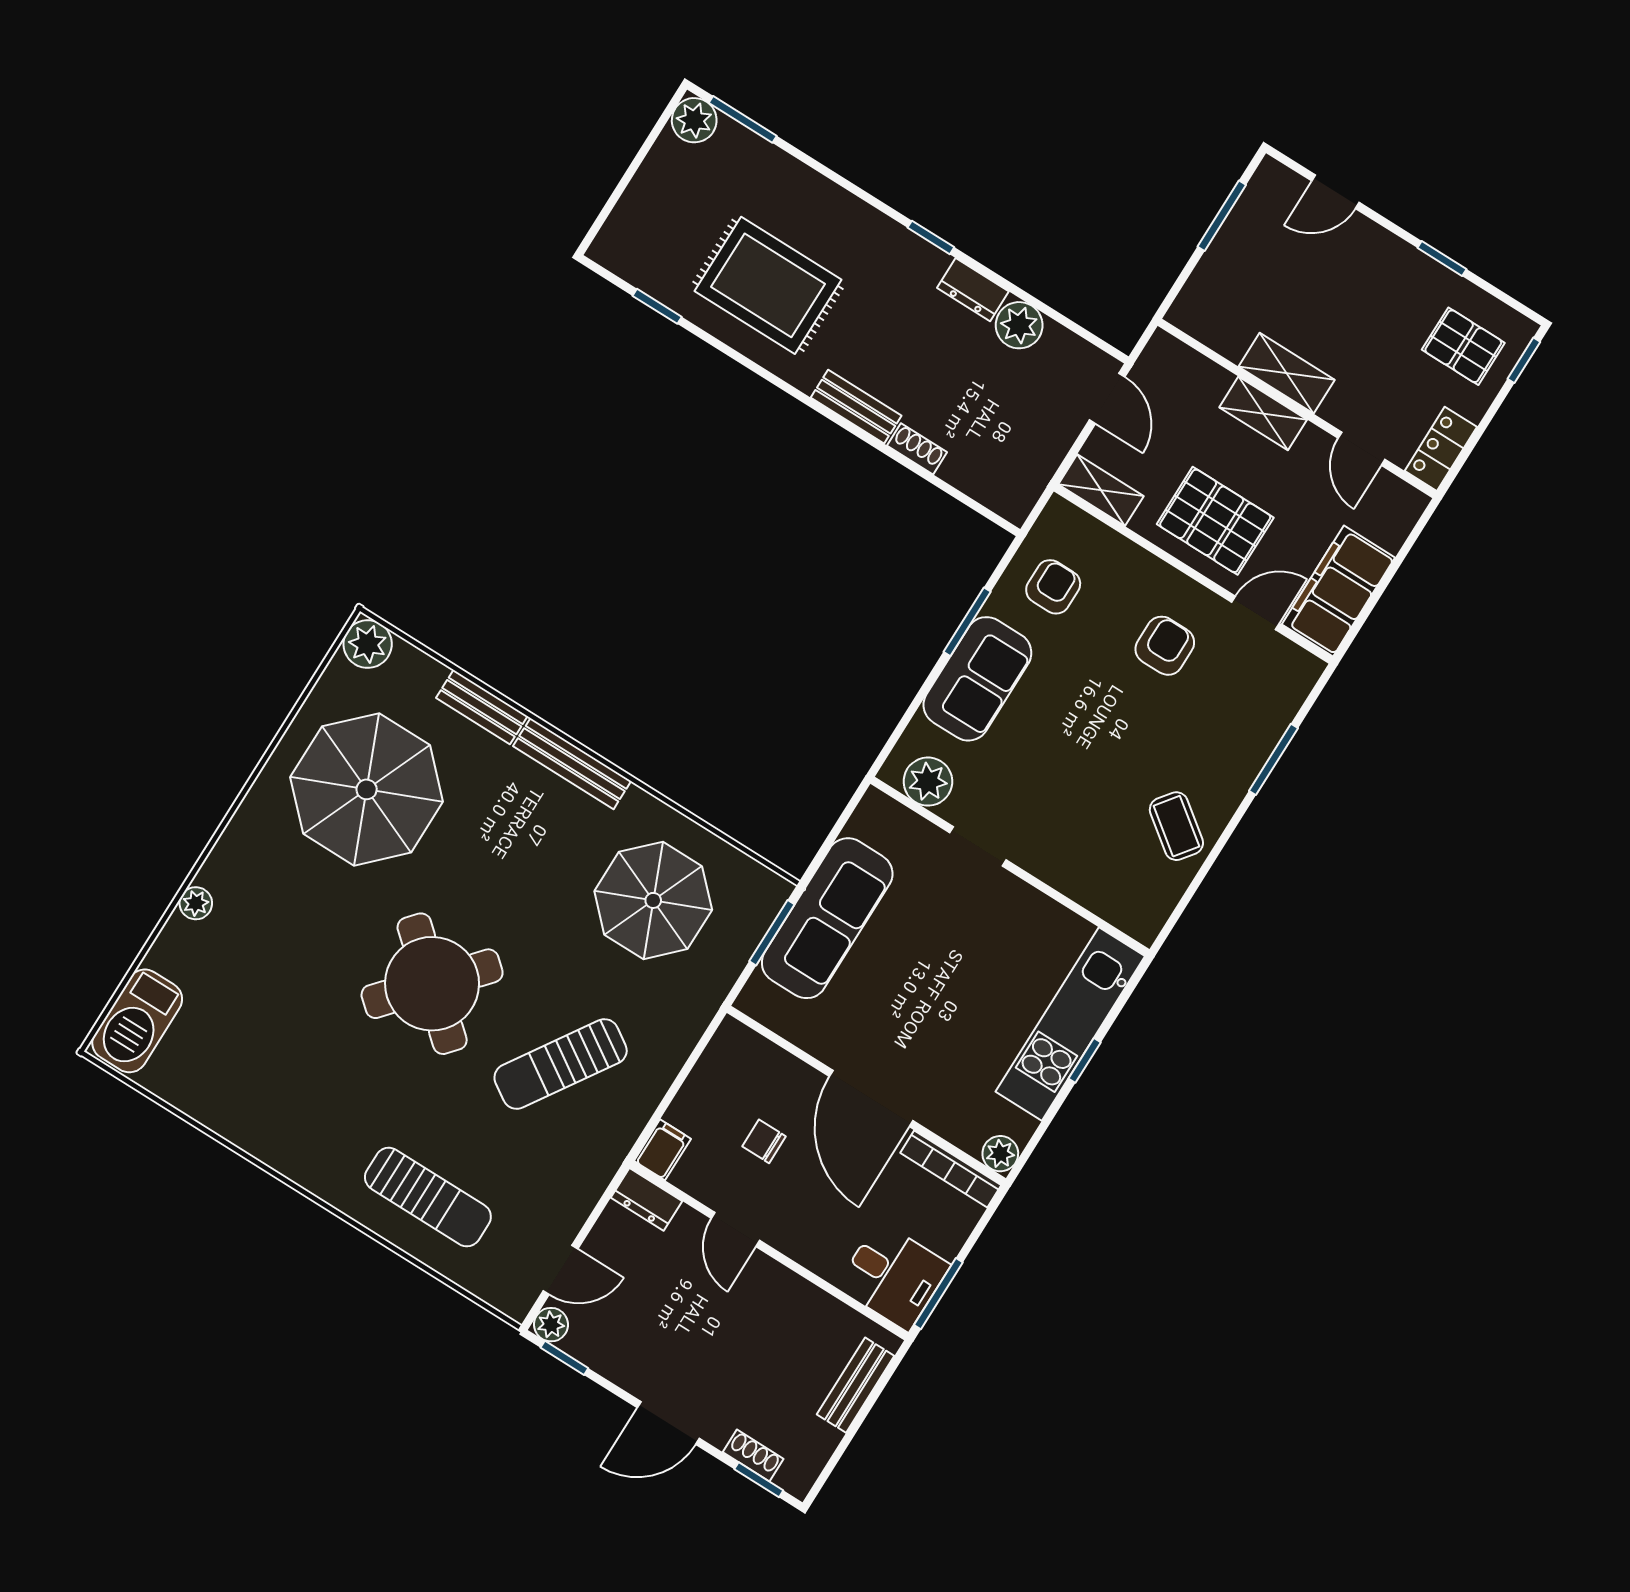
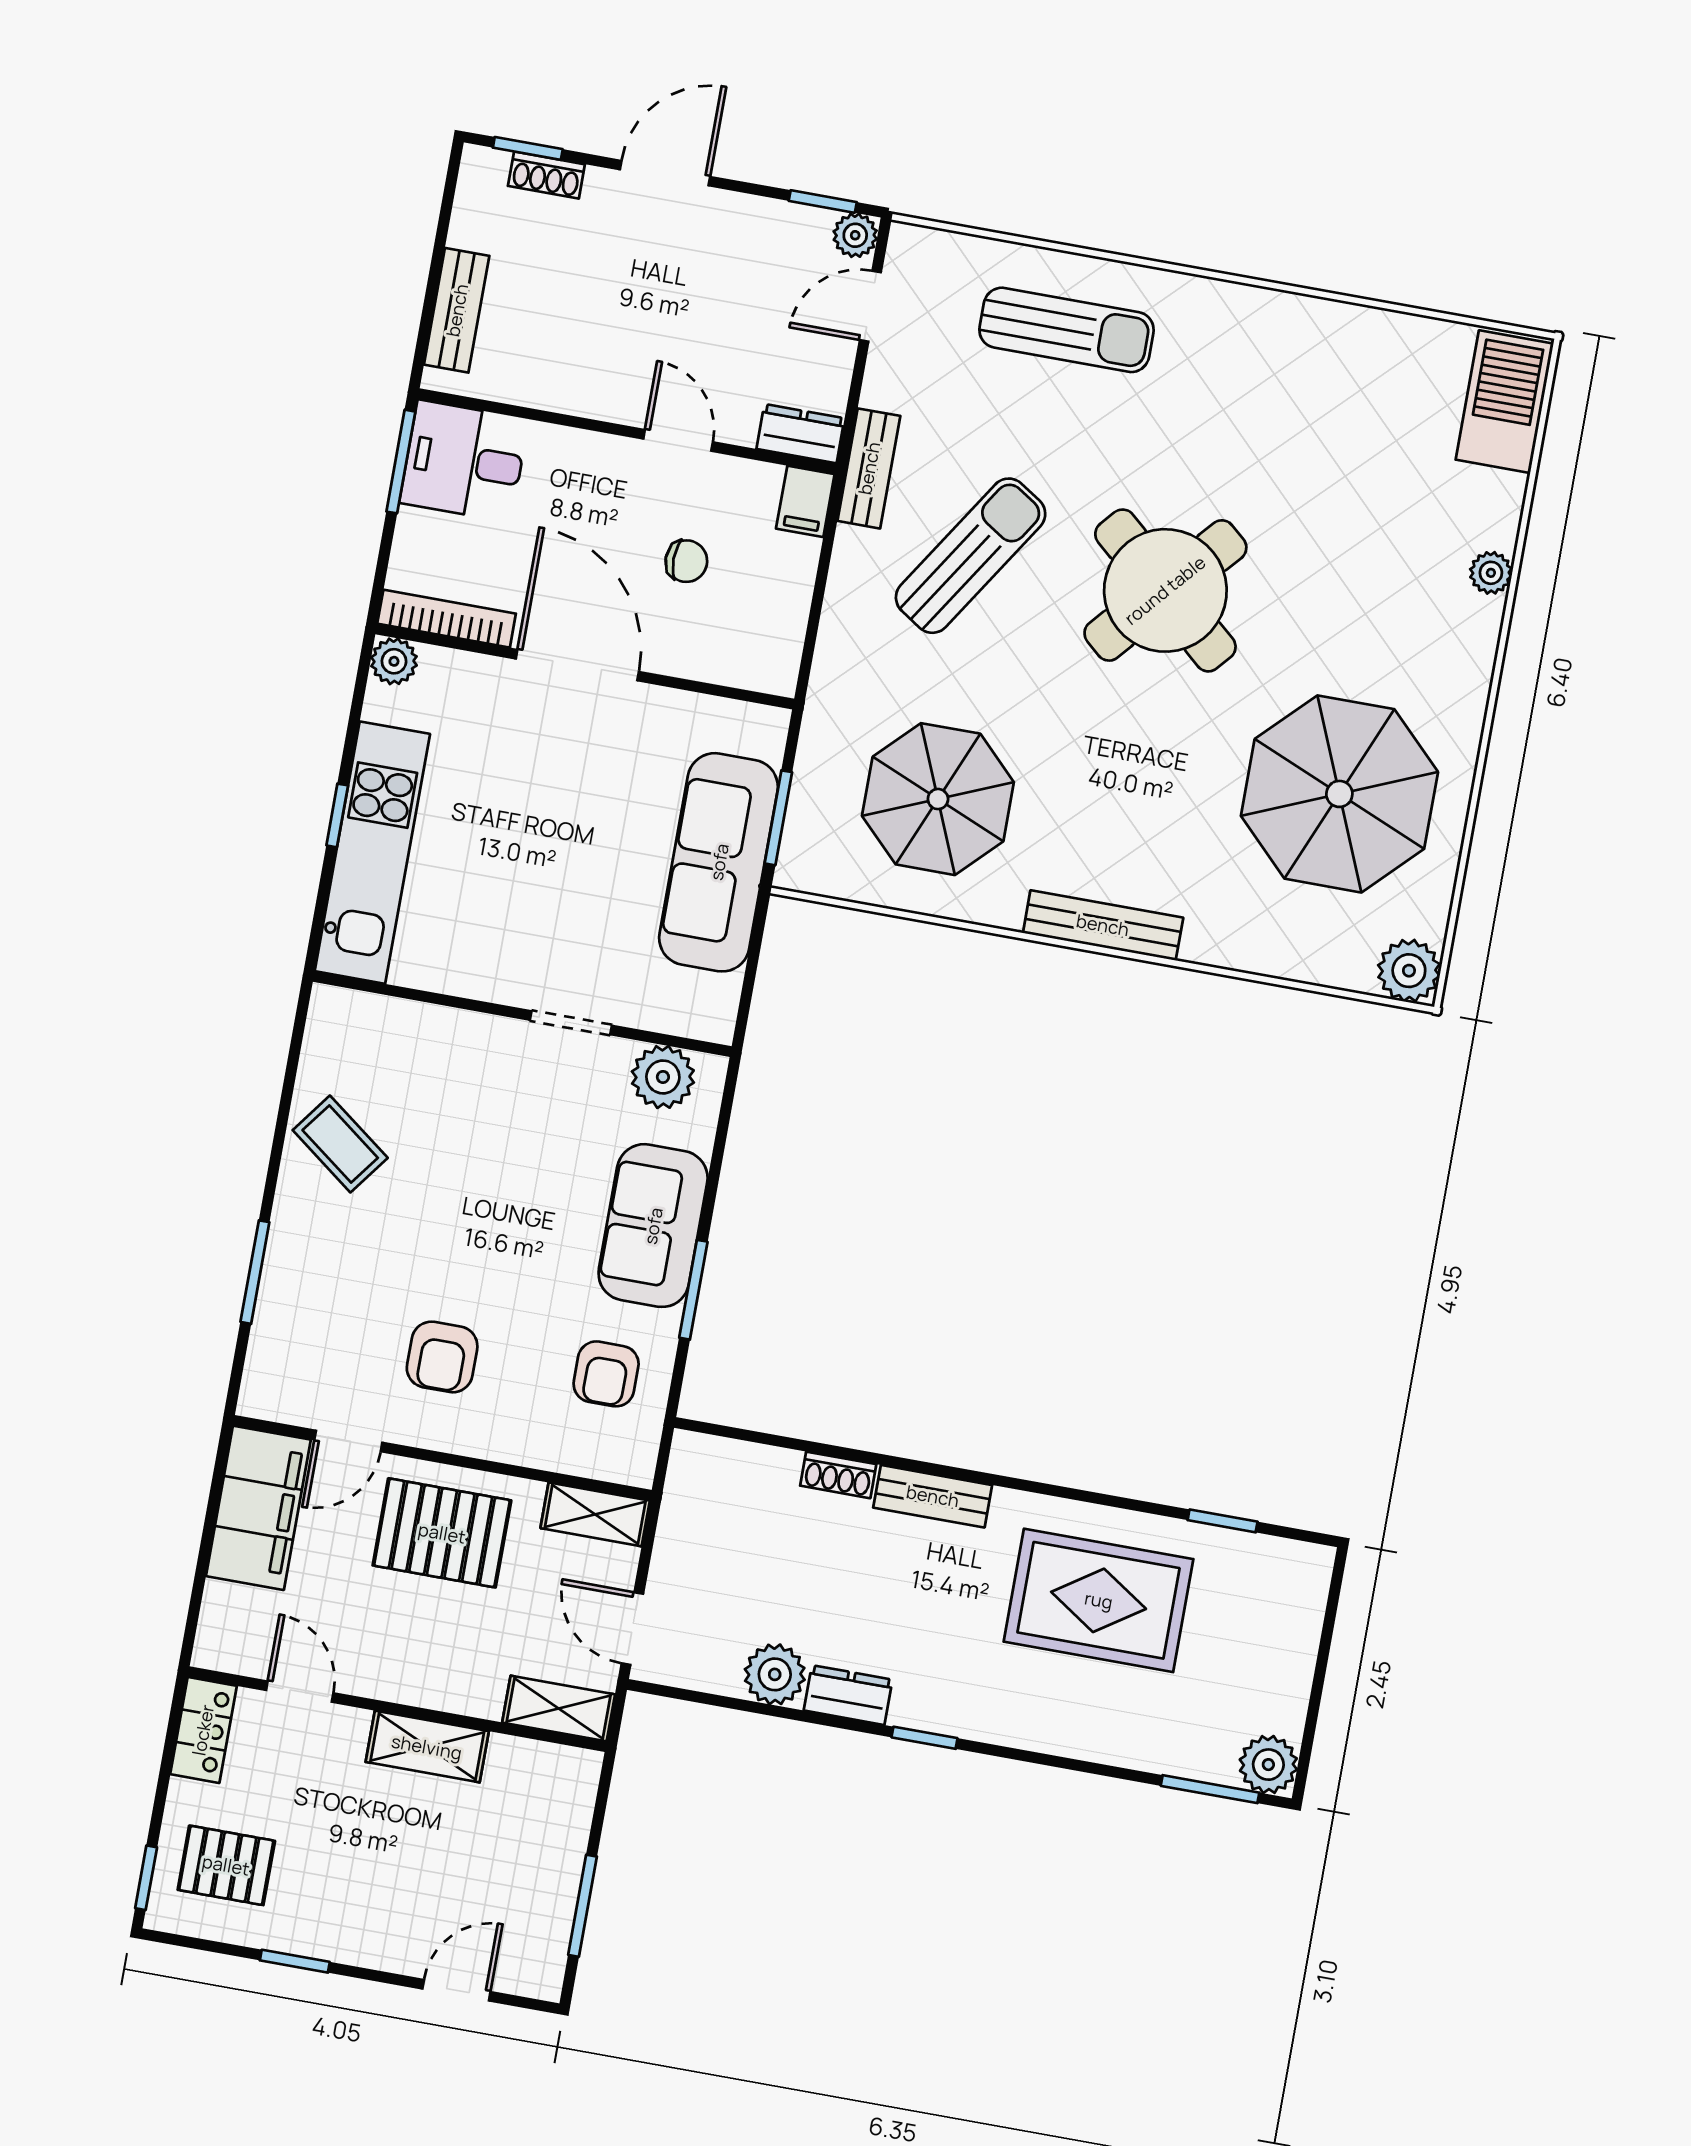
shelving: (1263, 413) -> (559, 1708), moved
bench: (482, 707) -> (869, 468), moved, turned 90
sun lounger: (428, 1197) -> (1067, 330), turned 180

